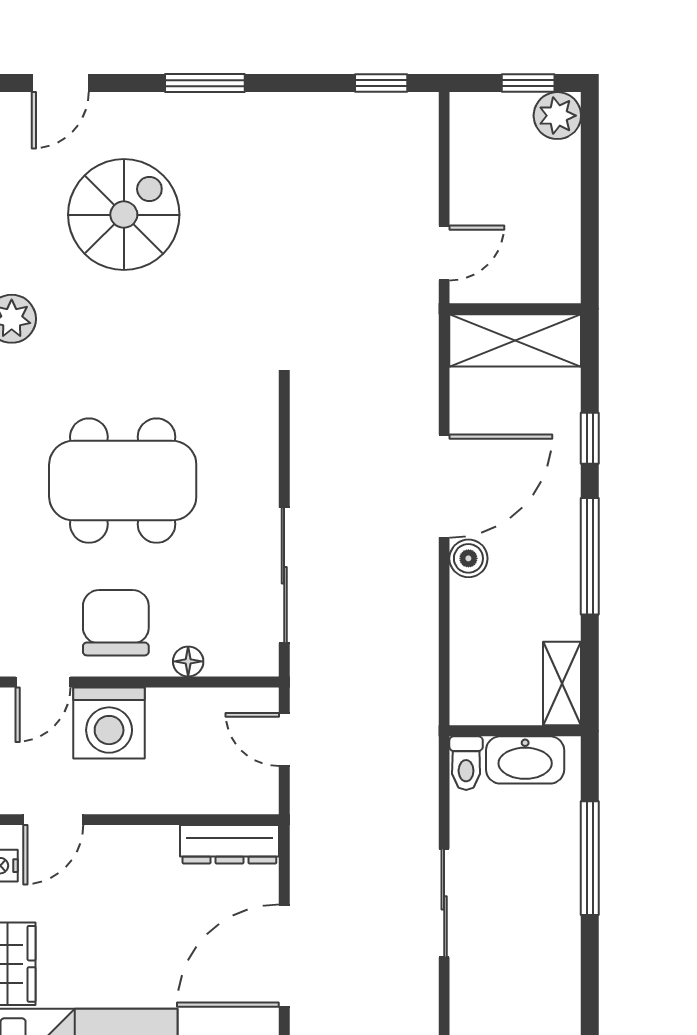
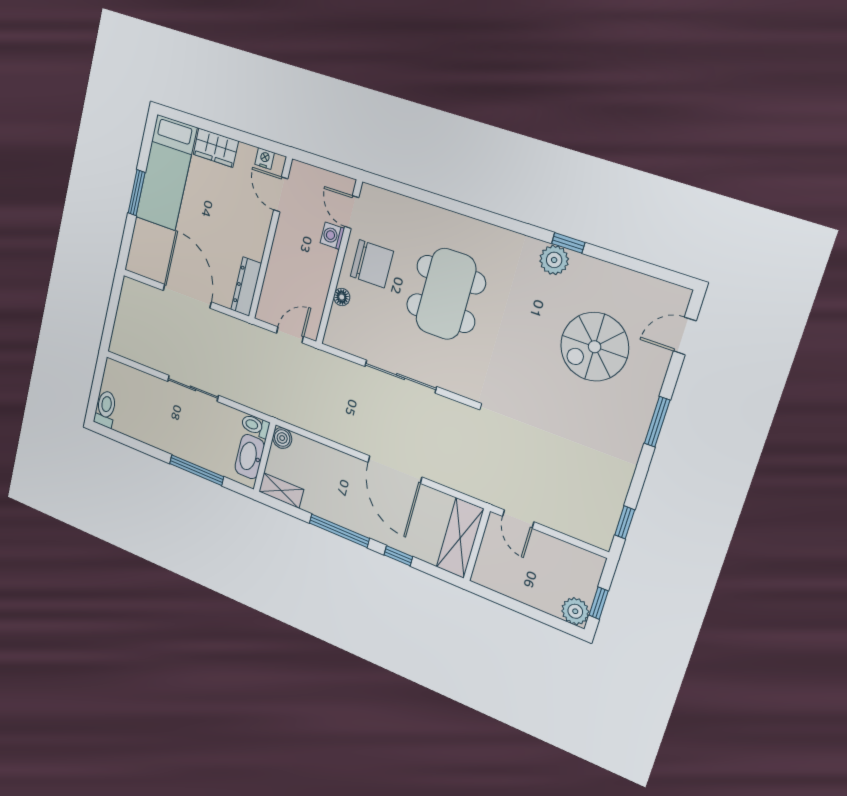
door: (60, 83) -> (685, 336), hinge flipped
spiral stairs: (124, 215) -> (595, 347), turned 90
boiler: (468, 558) -> (282, 438), moved
sliding door: (284, 575) -> (401, 377), moved
washing machine: (109, 723) -> (332, 236), width x0.53, depth x0.53

